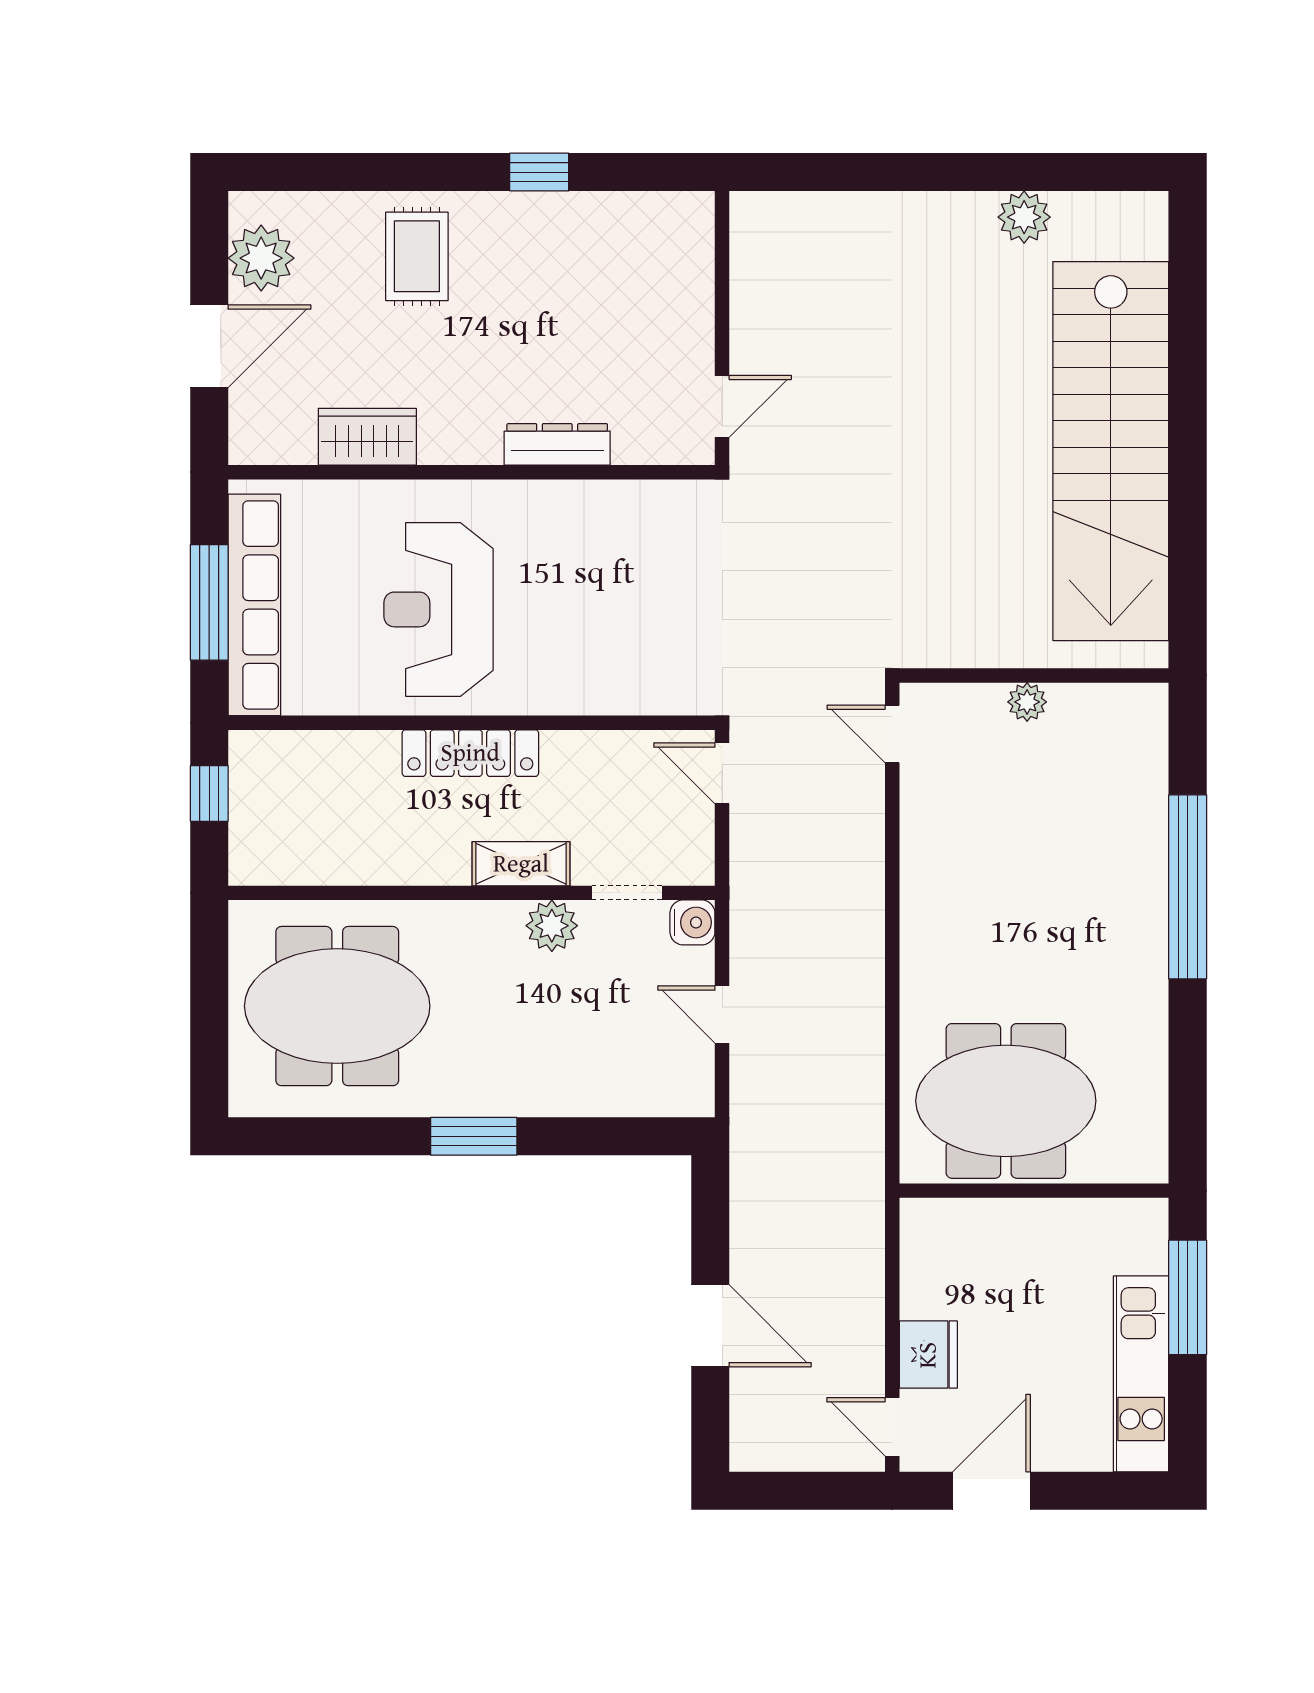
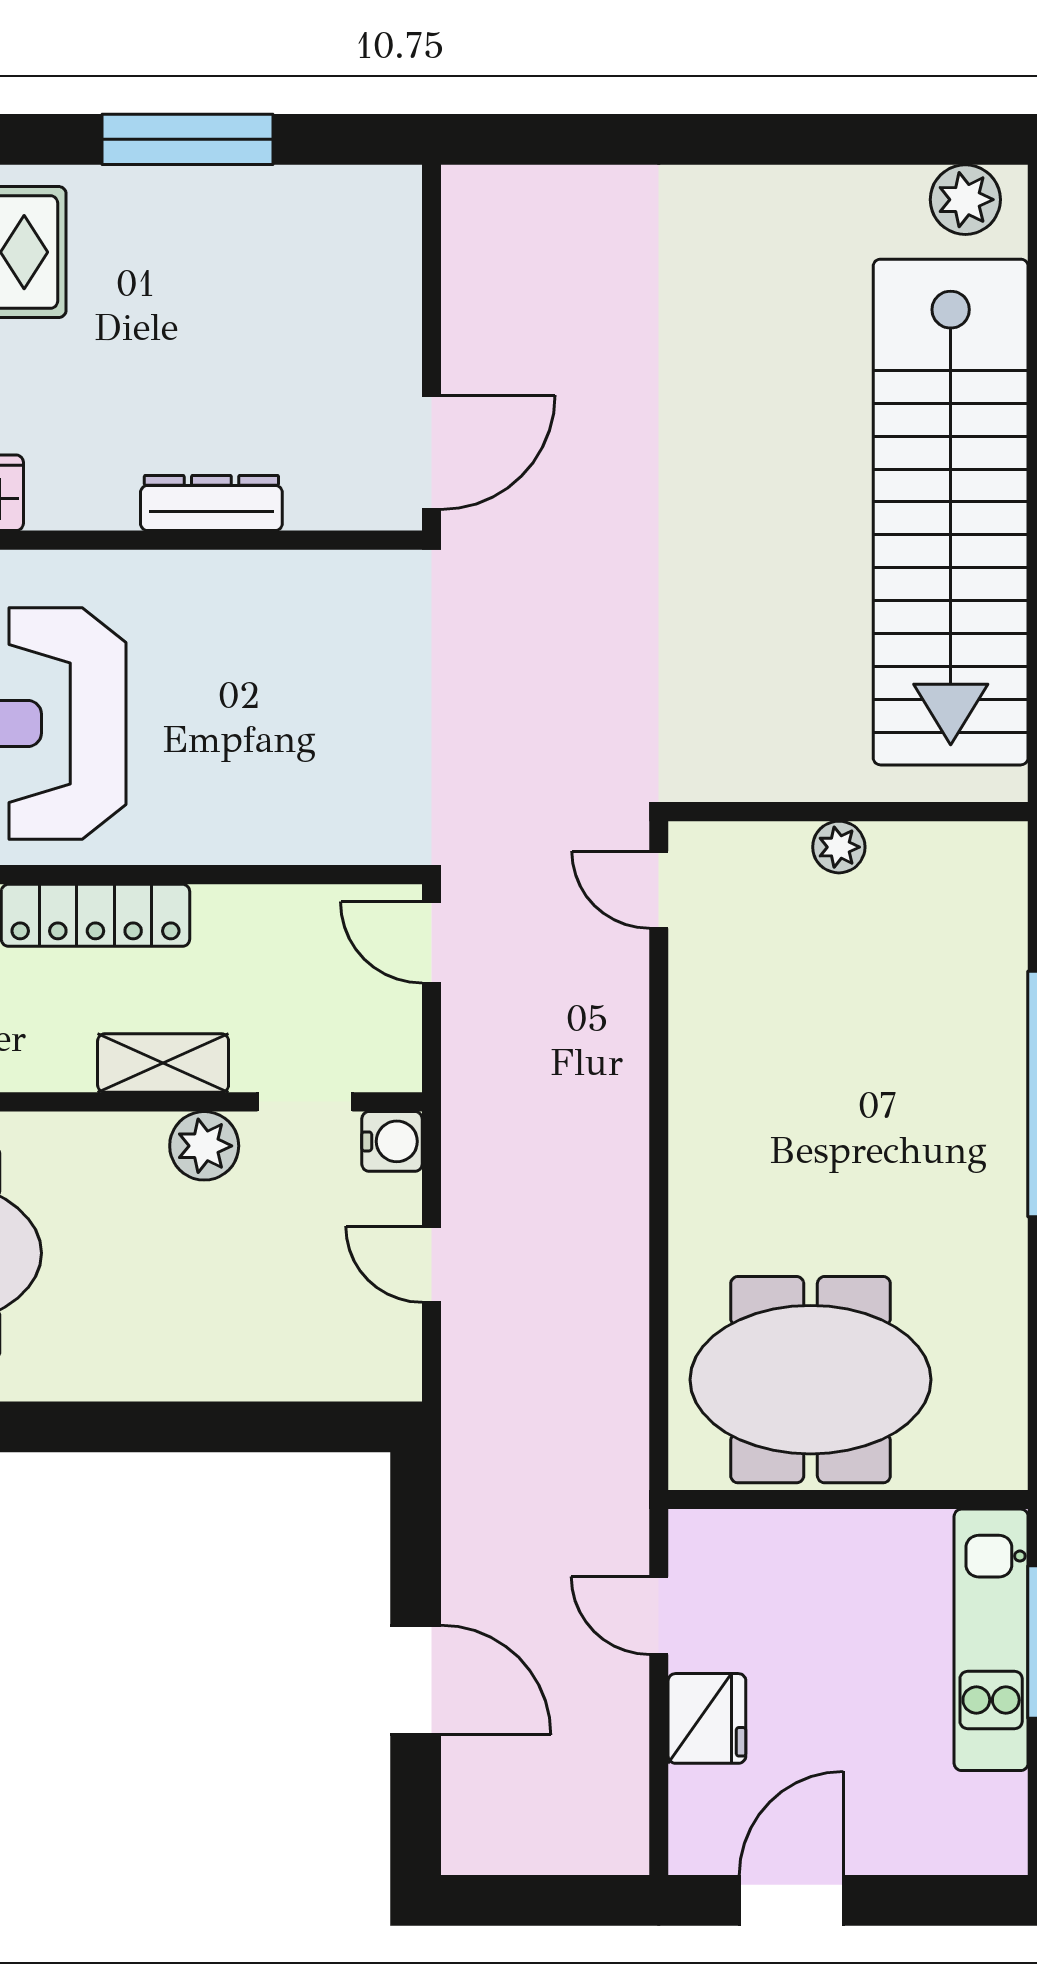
window: (539, 172) -> (187, 139), width x2.17
plant: (1024, 217) -> (965, 200), moved
door: (722, 406) -> (432, 452), width x1.38
window: (474, 1136) -> (100, 1427), removed
kitchen unit: (1141, 1374) -> (991, 1640), moved
door: (892, 1427) -> (659, 1616), moved

